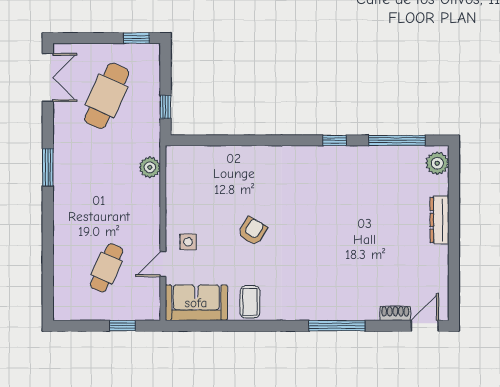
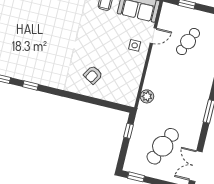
armchair: (253, 231) -> (93, 75), moved

